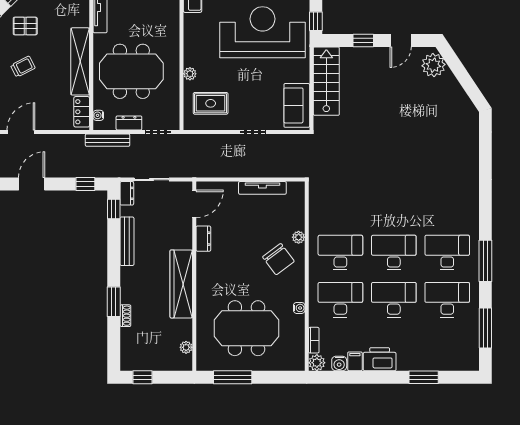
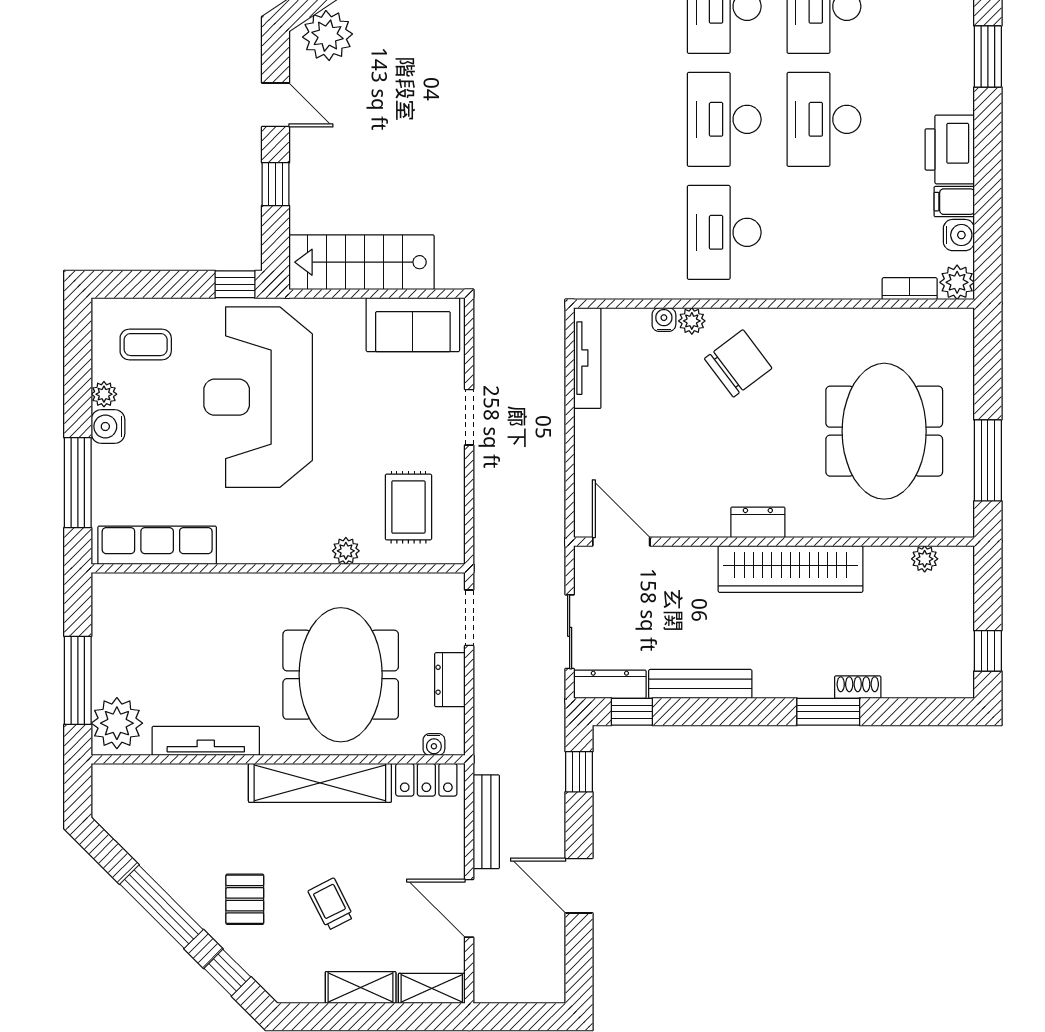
bench: (108, 140) -> (486, 822), moved
tv unit: (262, 188) -> (587, 358), moved
dresser: (127, 193) -> (610, 684), width x1.44
dresser: (203, 239) -> (758, 522), moved
desk: (340, 300) -> (824, 232), removed
water cooler: (299, 308) -> (664, 320), moved

